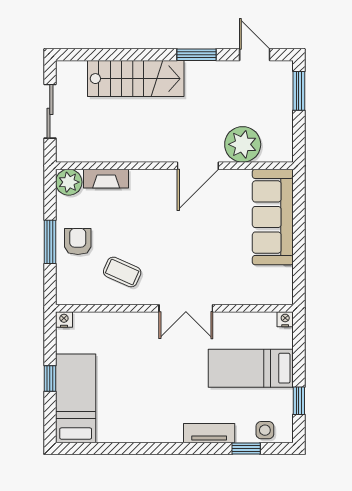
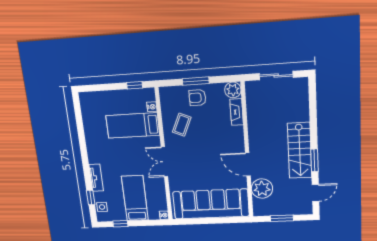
stairs: (136, 79) -> (300, 151), moved
window: (299, 91) -> (282, 218), moved
sofa: (273, 217) -> (211, 204), width x1.36, depth x1.27
armchair: (78, 242) -> (197, 98), turned 180
nightstand: (64, 320) -> (152, 107), moved
window: (50, 379) -> (135, 85), moved
bed: (76, 398) -> (133, 125), moved, turned 180

